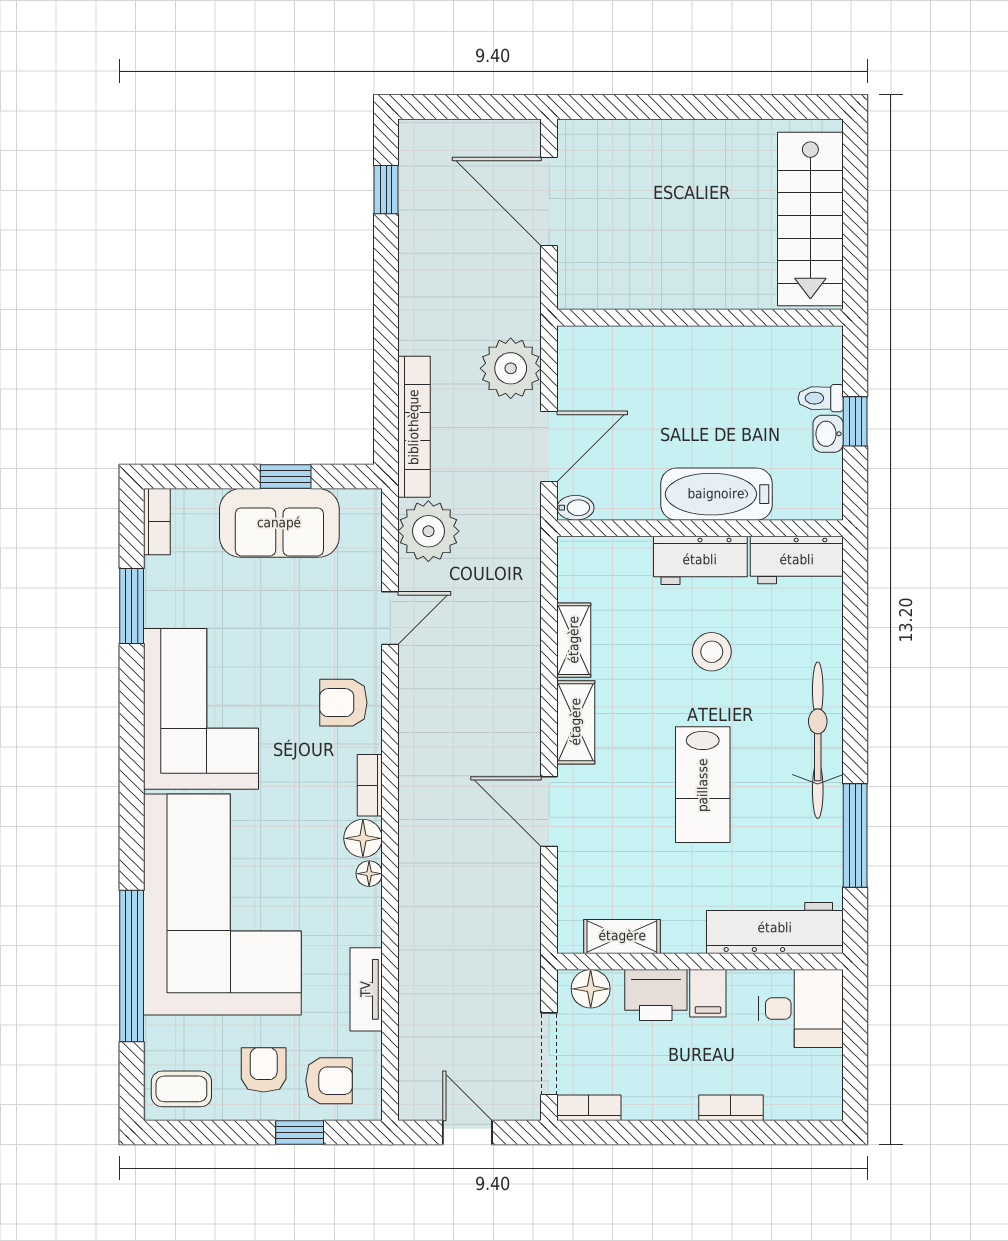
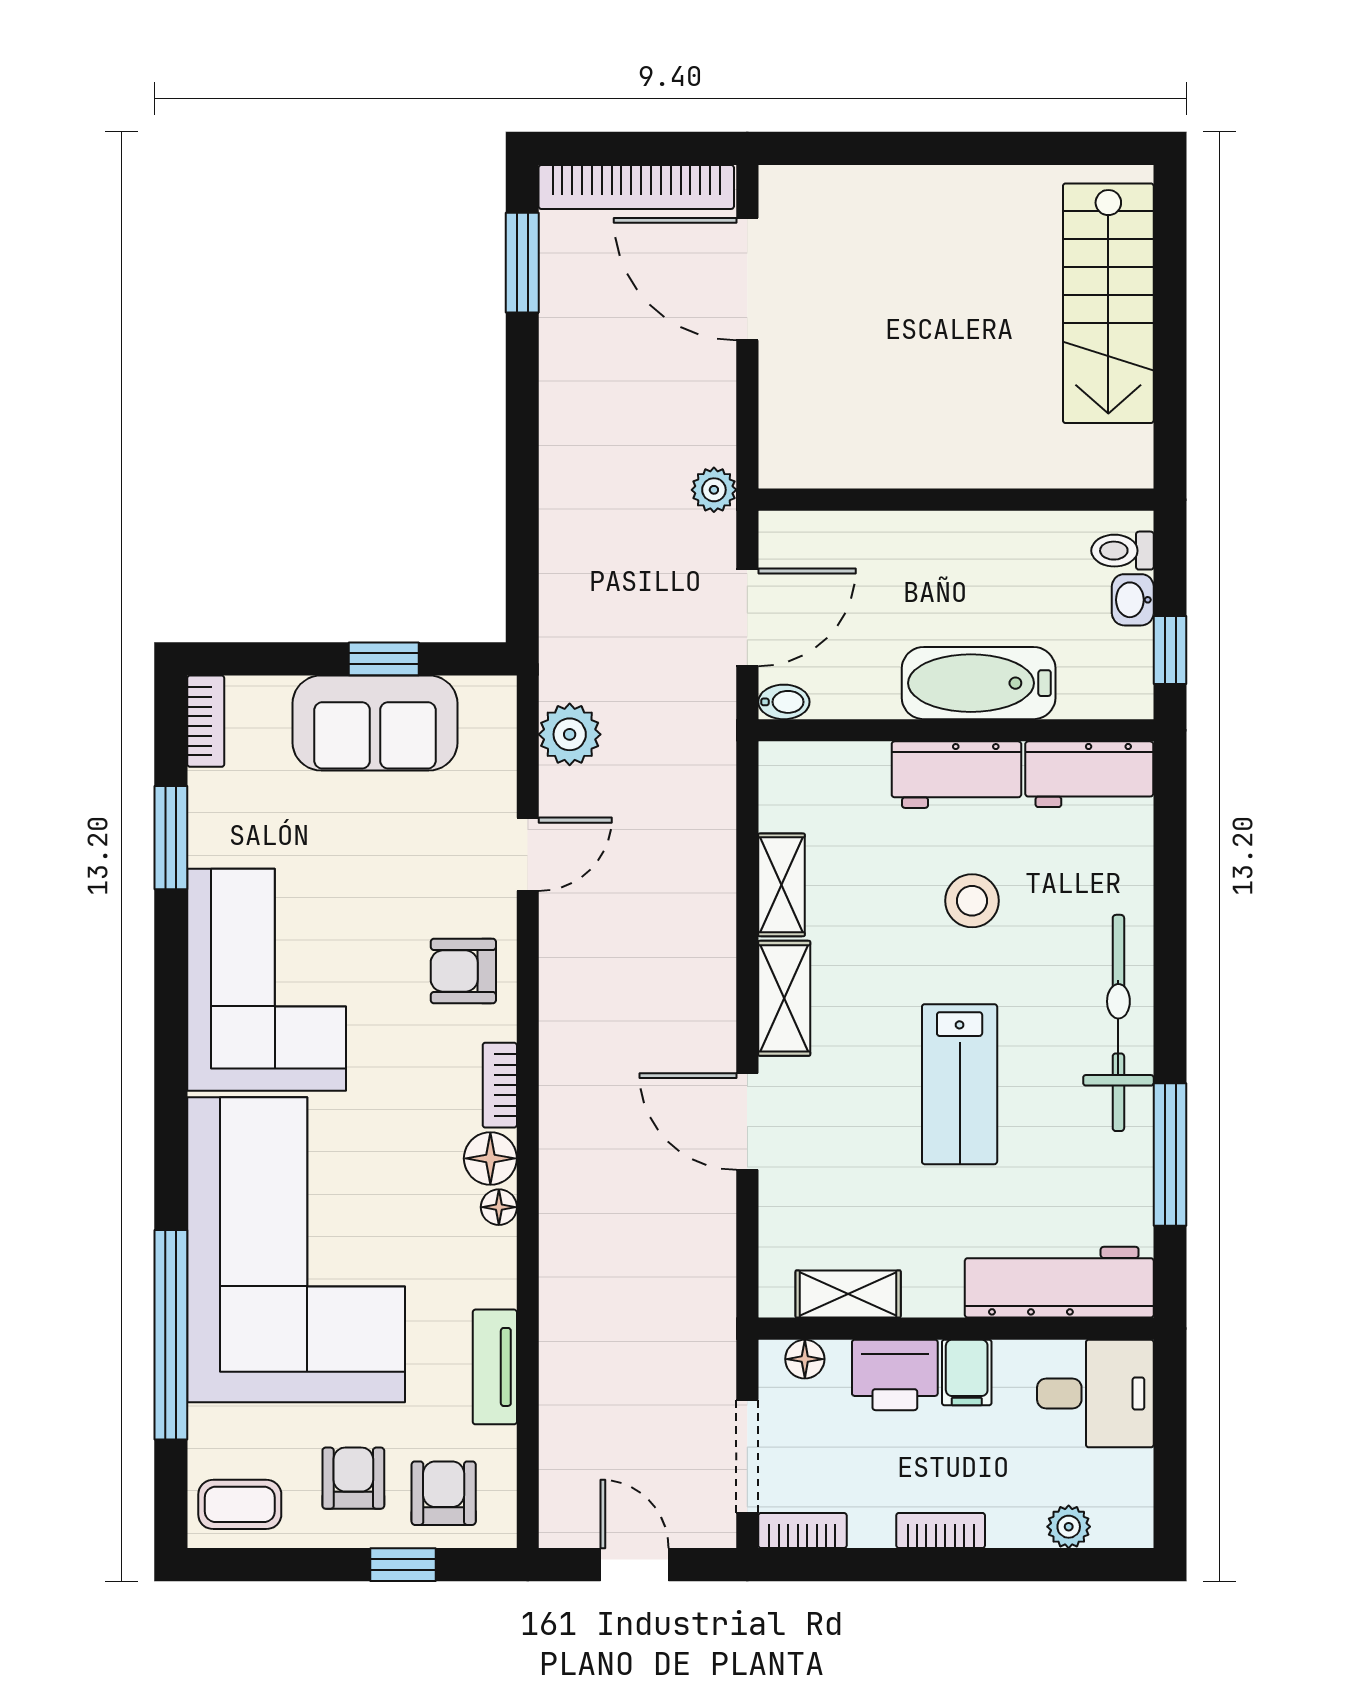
window: (386, 190) -> (522, 263), width x1.50
wall: (700, 318) -> (956, 500), moved
plant: (511, 368) -> (714, 490), width x0.53, depth x0.53
window: (855, 421) -> (1170, 650), moved
bookcase: (414, 427) -> (636, 187), moved, turned 90
plant: (428, 531) -> (570, 734), width x0.73, depth x0.73
floor lamp: (591, 989) -> (805, 1359), width x0.73, depth x0.73
armchair: (329, 1081) -> (444, 1493), turned -90
plant: (782, 1105) -> (1069, 1527), added
bookcase: (731, 1108) -> (941, 1530), moved

